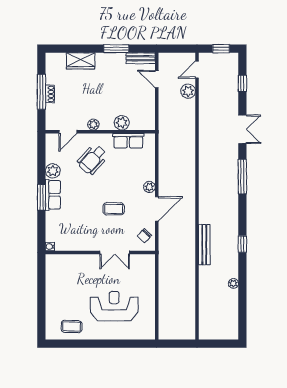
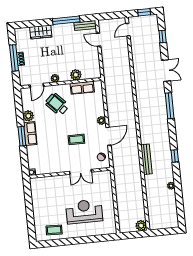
window: (116, 49) -> (66, 20), width x1.44
plant: (188, 91) -> (141, 226), moved
wheelchair: (93, 159) -> (57, 104), turned 94

